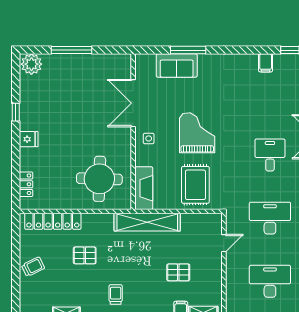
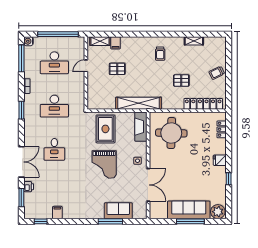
sofa: (74, 67) -> (189, 210), added
door: (224, 243) -> (86, 66), moved

